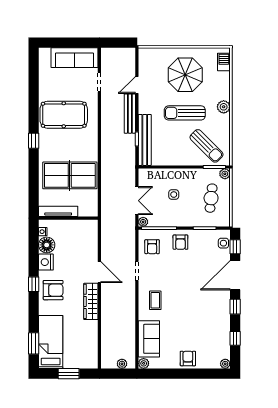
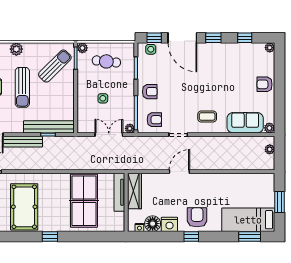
tv unit: (58, 211) -> (119, 192), moved
wardrobe: (91, 301) -> (135, 191), moved, turned -90

